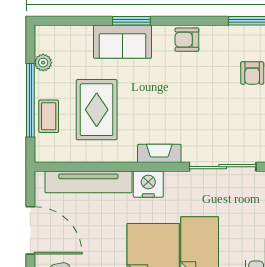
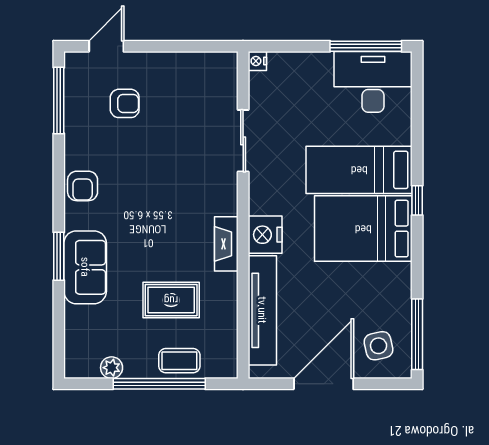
rug: (97, 110) -> (171, 300), width x0.73, depth x0.70
fireplace: (159, 153) -> (226, 244), moved
sliding door: (223, 167) -> (243, 141), width x0.73

